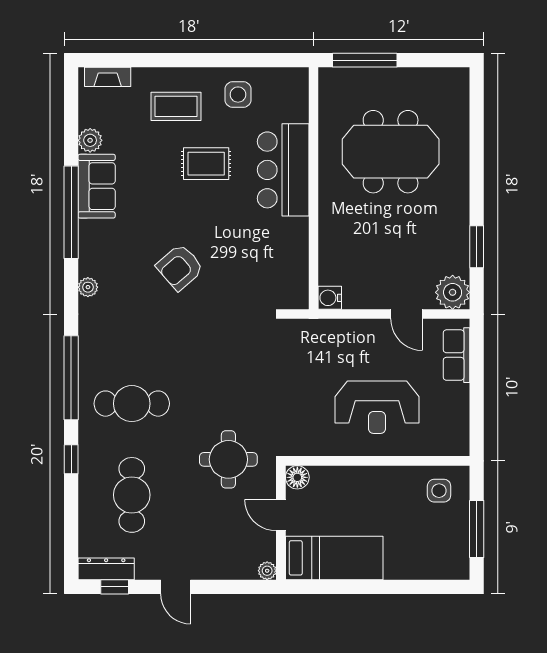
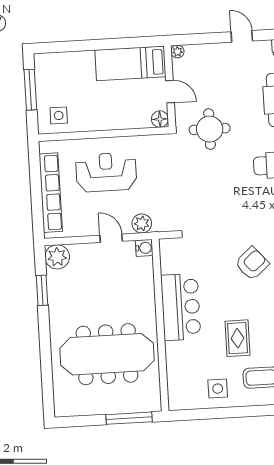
meeting table: (391, 152) -> (107, 354), width x1.36
rug: (206, 164) -> (237, 338), turned 90
bar counter: (283, 170) -> (181, 307), moved
door: (407, 314) -> (111, 238), moved
plant: (331, 332) -> (142, 223), added
row of seats: (457, 355) -> (51, 193), width x2.02

